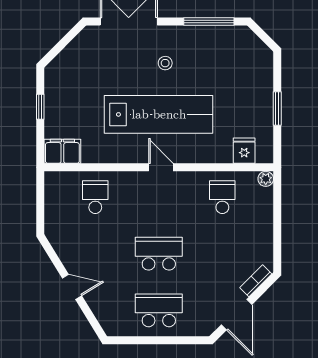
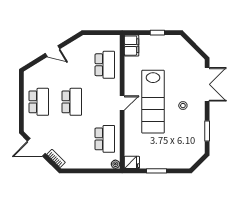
window: (209, 22) -> (207, 131), width x0.69
fridge: (244, 151) -> (132, 162), moved
school desk: (95, 197) -> (105, 65), width x1.85
school desk: (222, 197) -> (105, 139), width x1.85
door: (72, 287) -> (52, 51), hinge flipped

